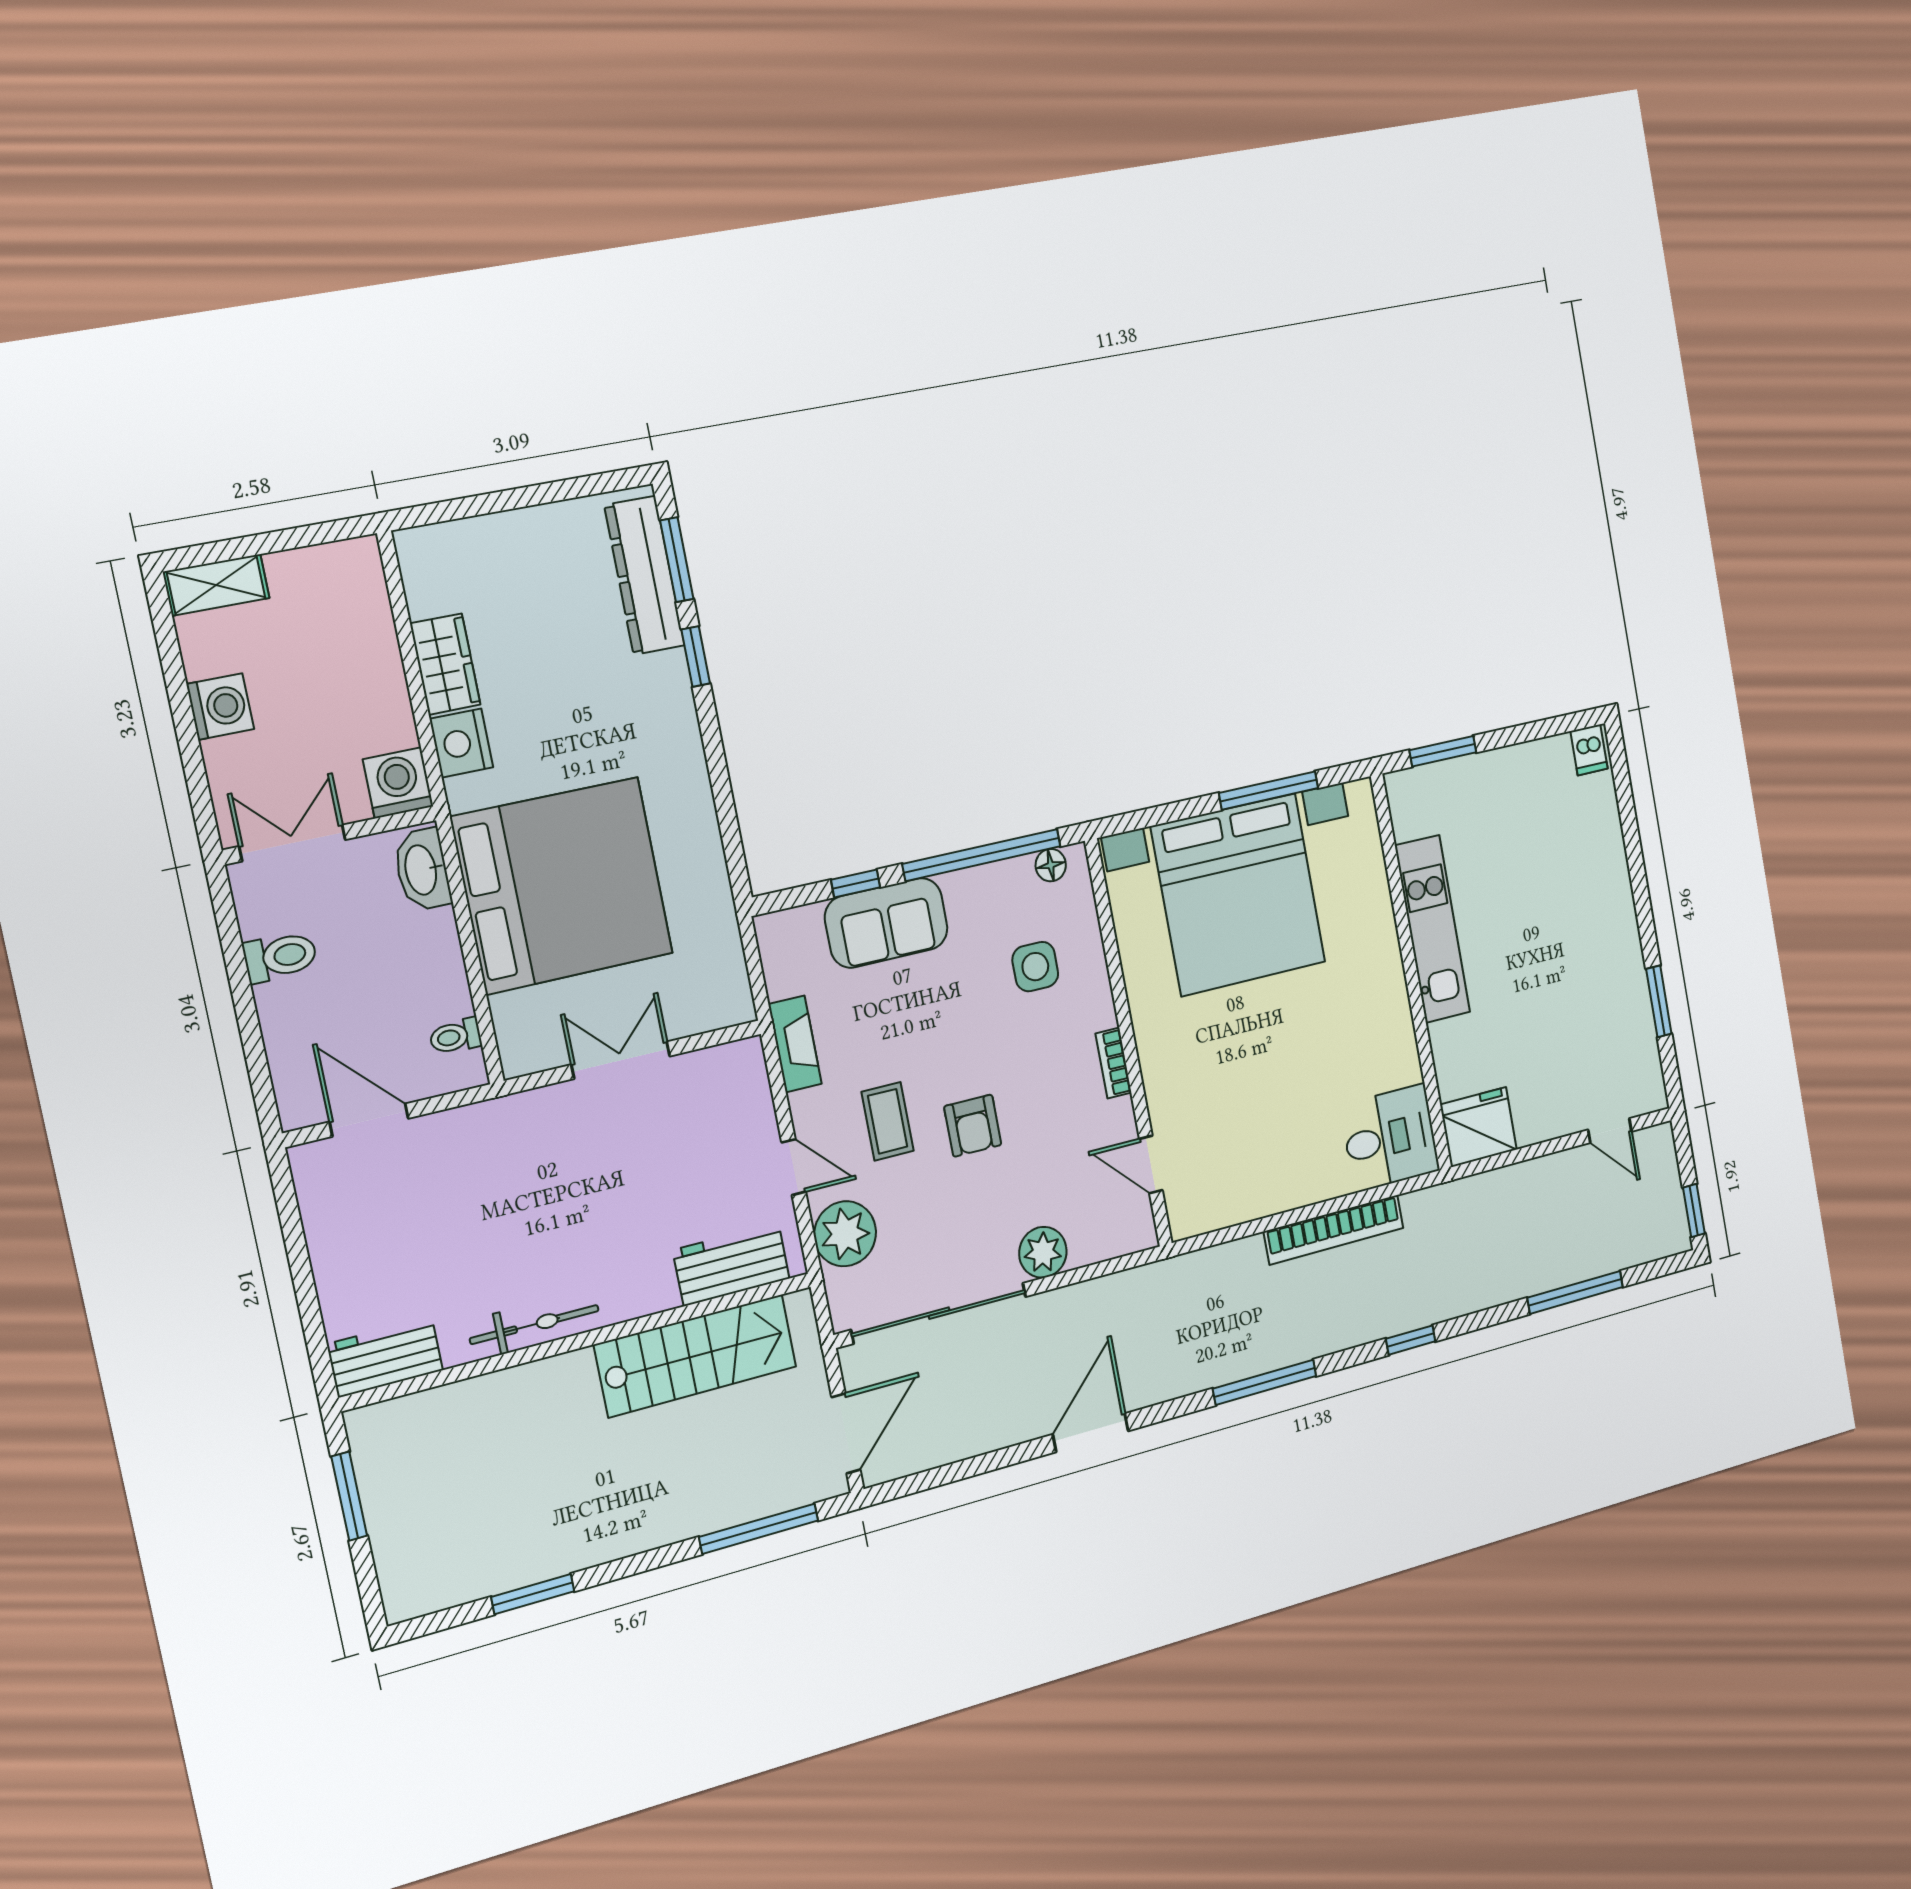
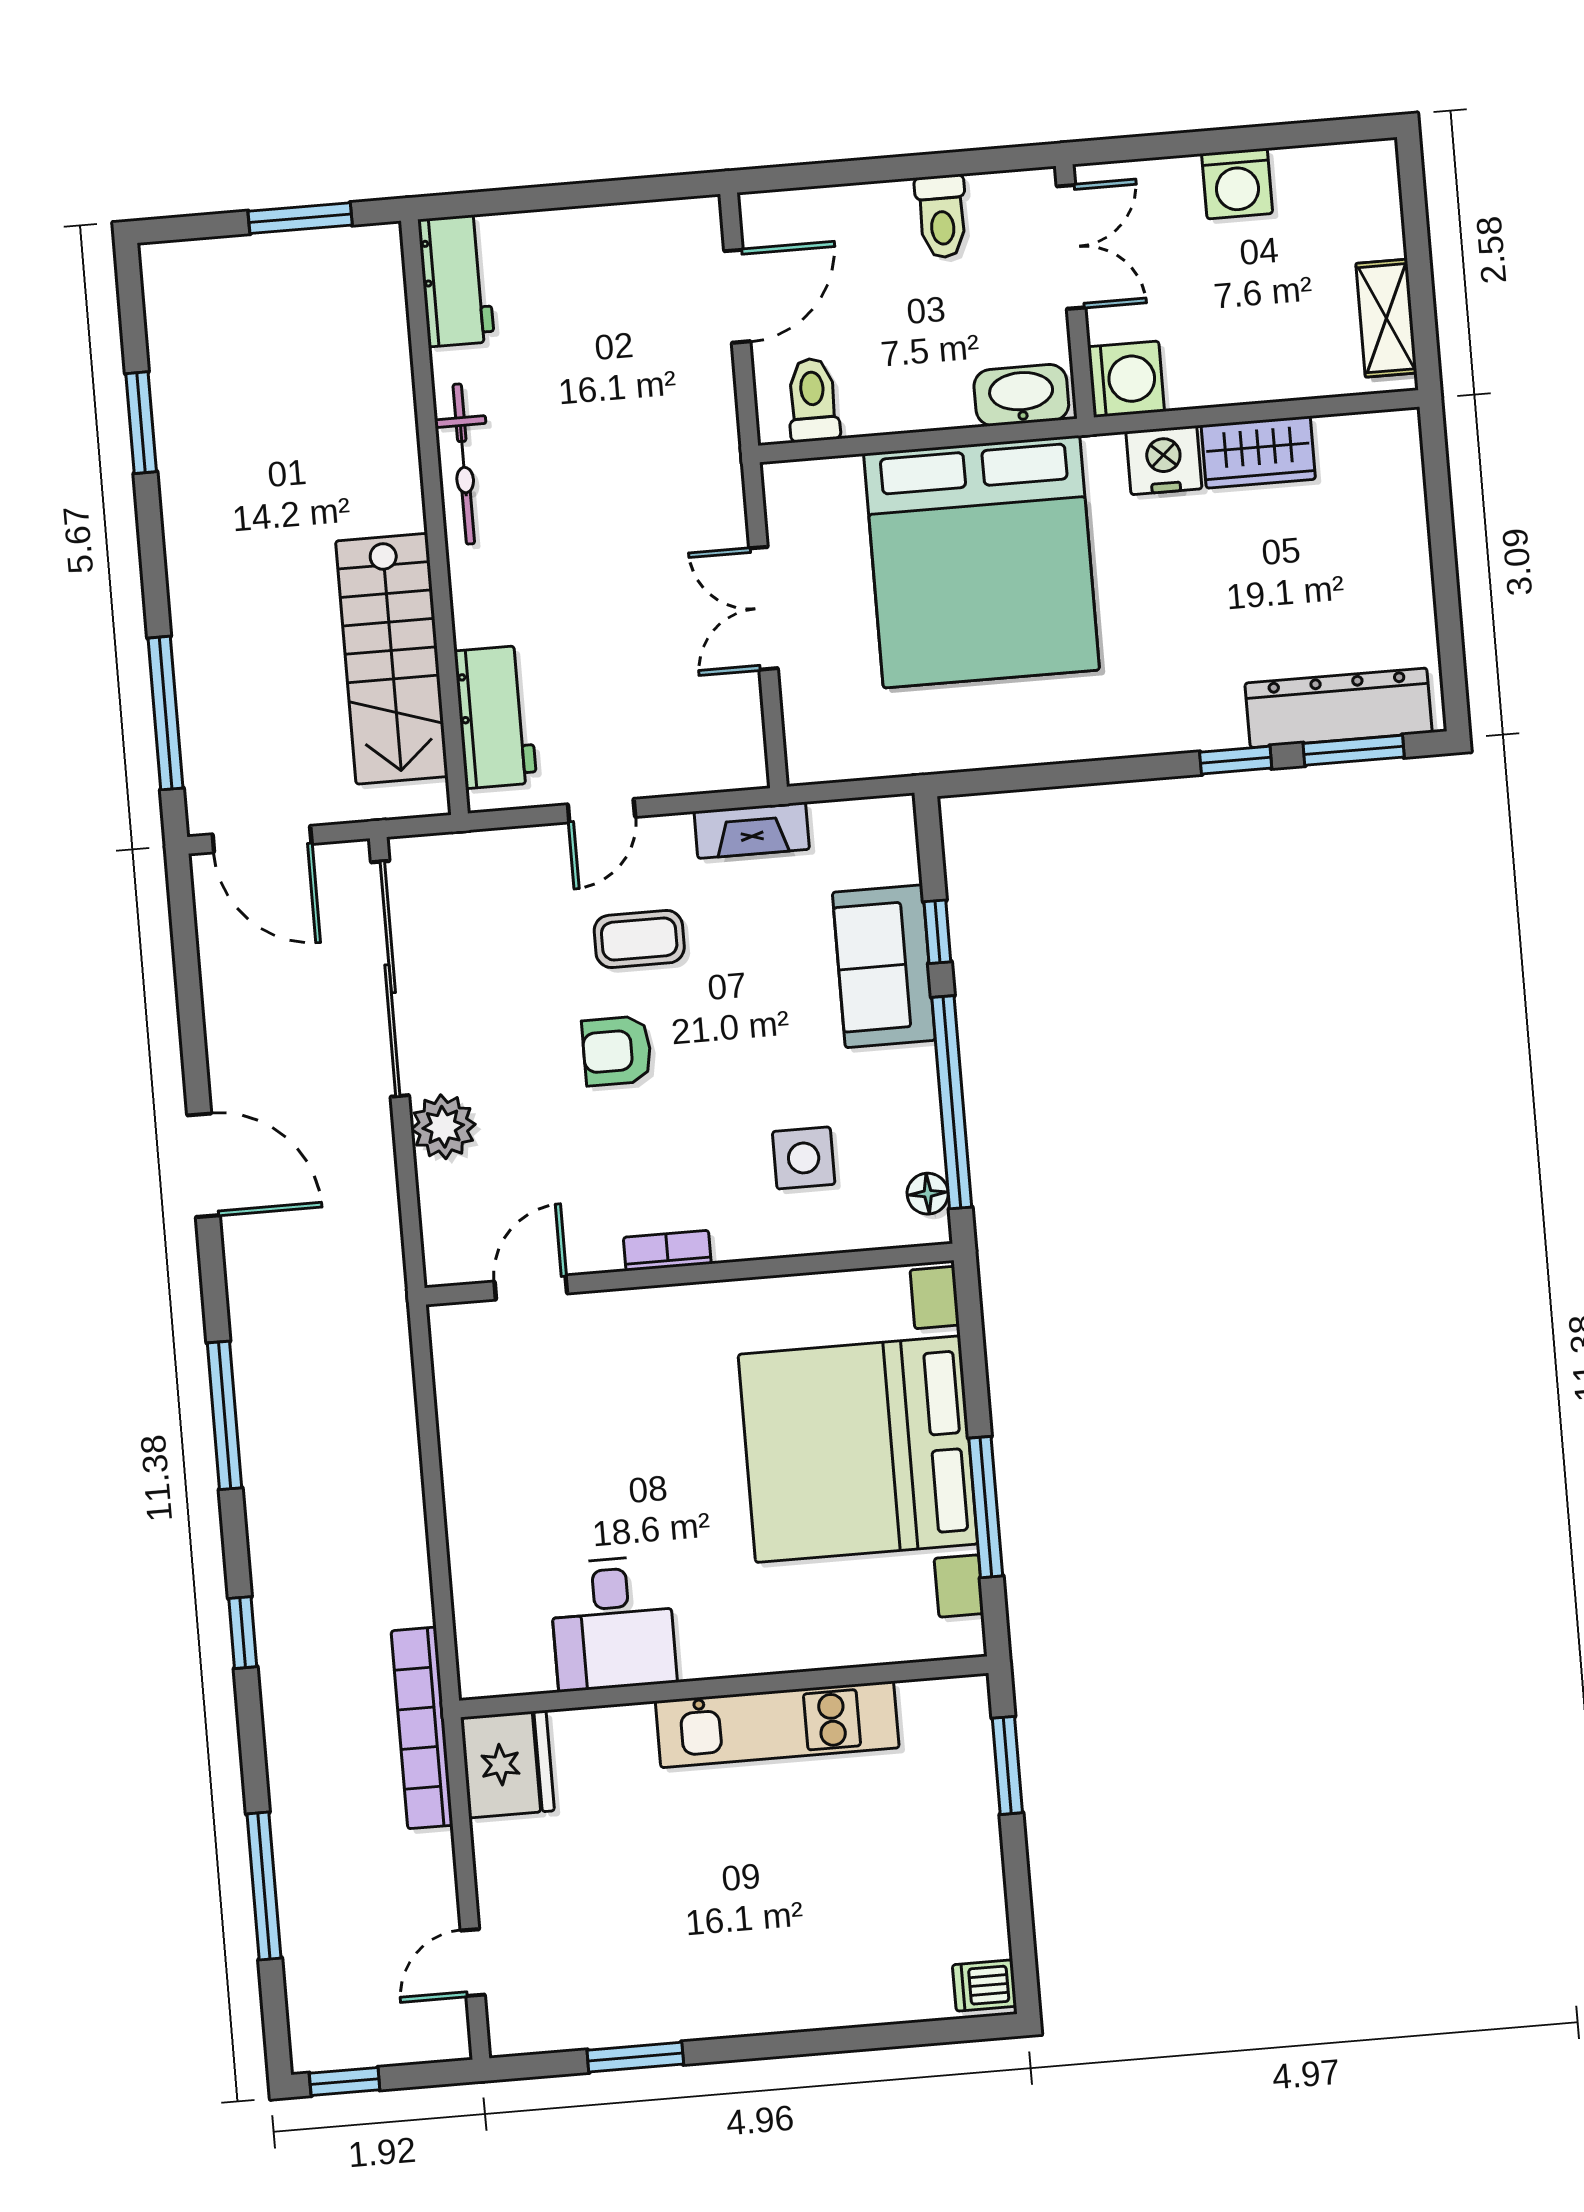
shelving: (216, 585) -> (1386, 318), moved
toilet: (455, 1036) -> (813, 400), width x1.37, depth x1.39
double door: (621, 1060) -> (763, 608), swing flipped
desk: (1390, 1138) -> (613, 1623), moved
bookcase: (1334, 1230) -> (422, 1728), moved
plant: (845, 1234) -> (509, 867), removed

